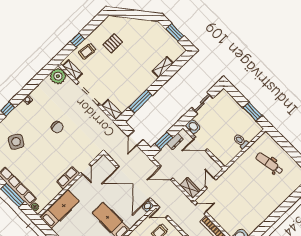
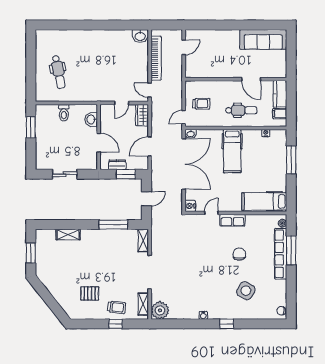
chair: (57, 127) -> (239, 254), moved
washbasin: (193, 127) -> (91, 119), moved
nightstand: (104, 161) -> (190, 206), added
door: (166, 173) -> (150, 146), swing flipped
door: (163, 212) -> (184, 117), swing flipped

